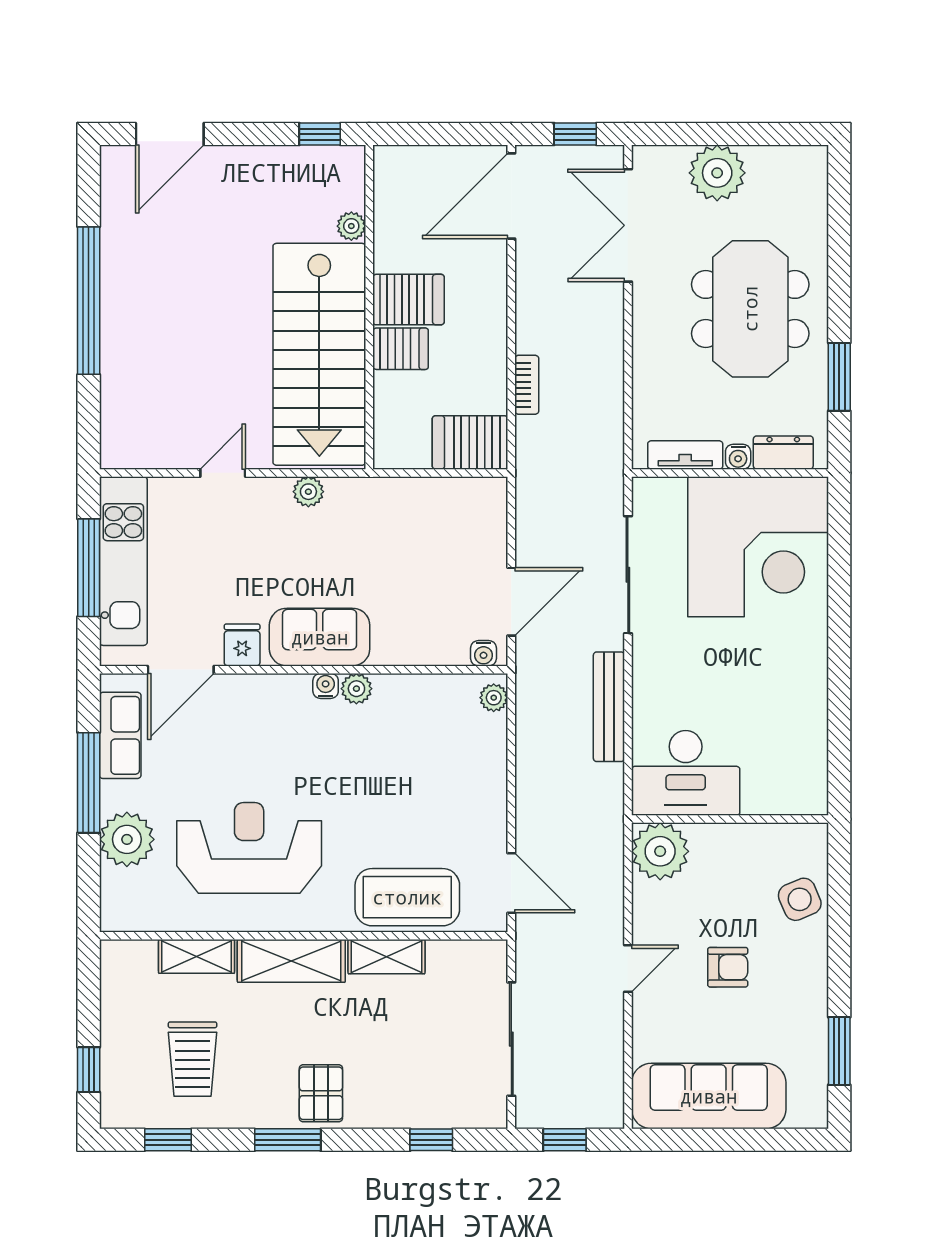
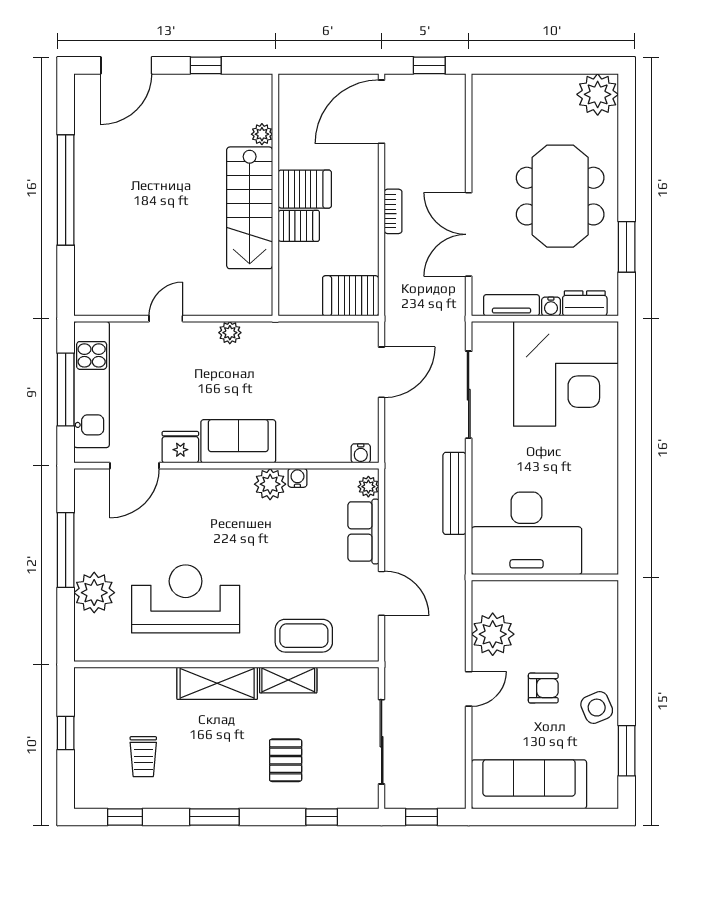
window: (320, 134) -> (206, 65), moved
plant: (717, 173) -> (598, 94), moved
double door: (628, 225) -> (469, 234), moved
stairs: (319, 354) -> (250, 208), width x0.73, depth x0.66
bookcase: (527, 385) -> (393, 211), moved
door: (511, 602) -> (382, 372), moved
fridge: (242, 645) -> (180, 447), width x1.38
water cooler: (326, 686) -> (297, 478), moved
plant: (356, 689) -> (270, 484), width x1.38, depth x1.38
row of seats: (120, 735) -> (363, 532), moved, turned 180
desk: (686, 773) -> (527, 533), width x1.36, depth x1.30
plant: (660, 851) -> (493, 634), moved
door: (511, 883) -> (382, 593), moved
coffee table: (407, 897) -> (304, 636), width x0.73, depth x0.76
side table: (800, 899) -> (597, 708), moved
shelving: (197, 956) -> (146, 680), removed
trolley: (193, 1059) -> (143, 757), width x0.73, depth x0.72
window: (89, 1070) -> (66, 733), moved
pallet: (321, 1093) -> (286, 760), moved

